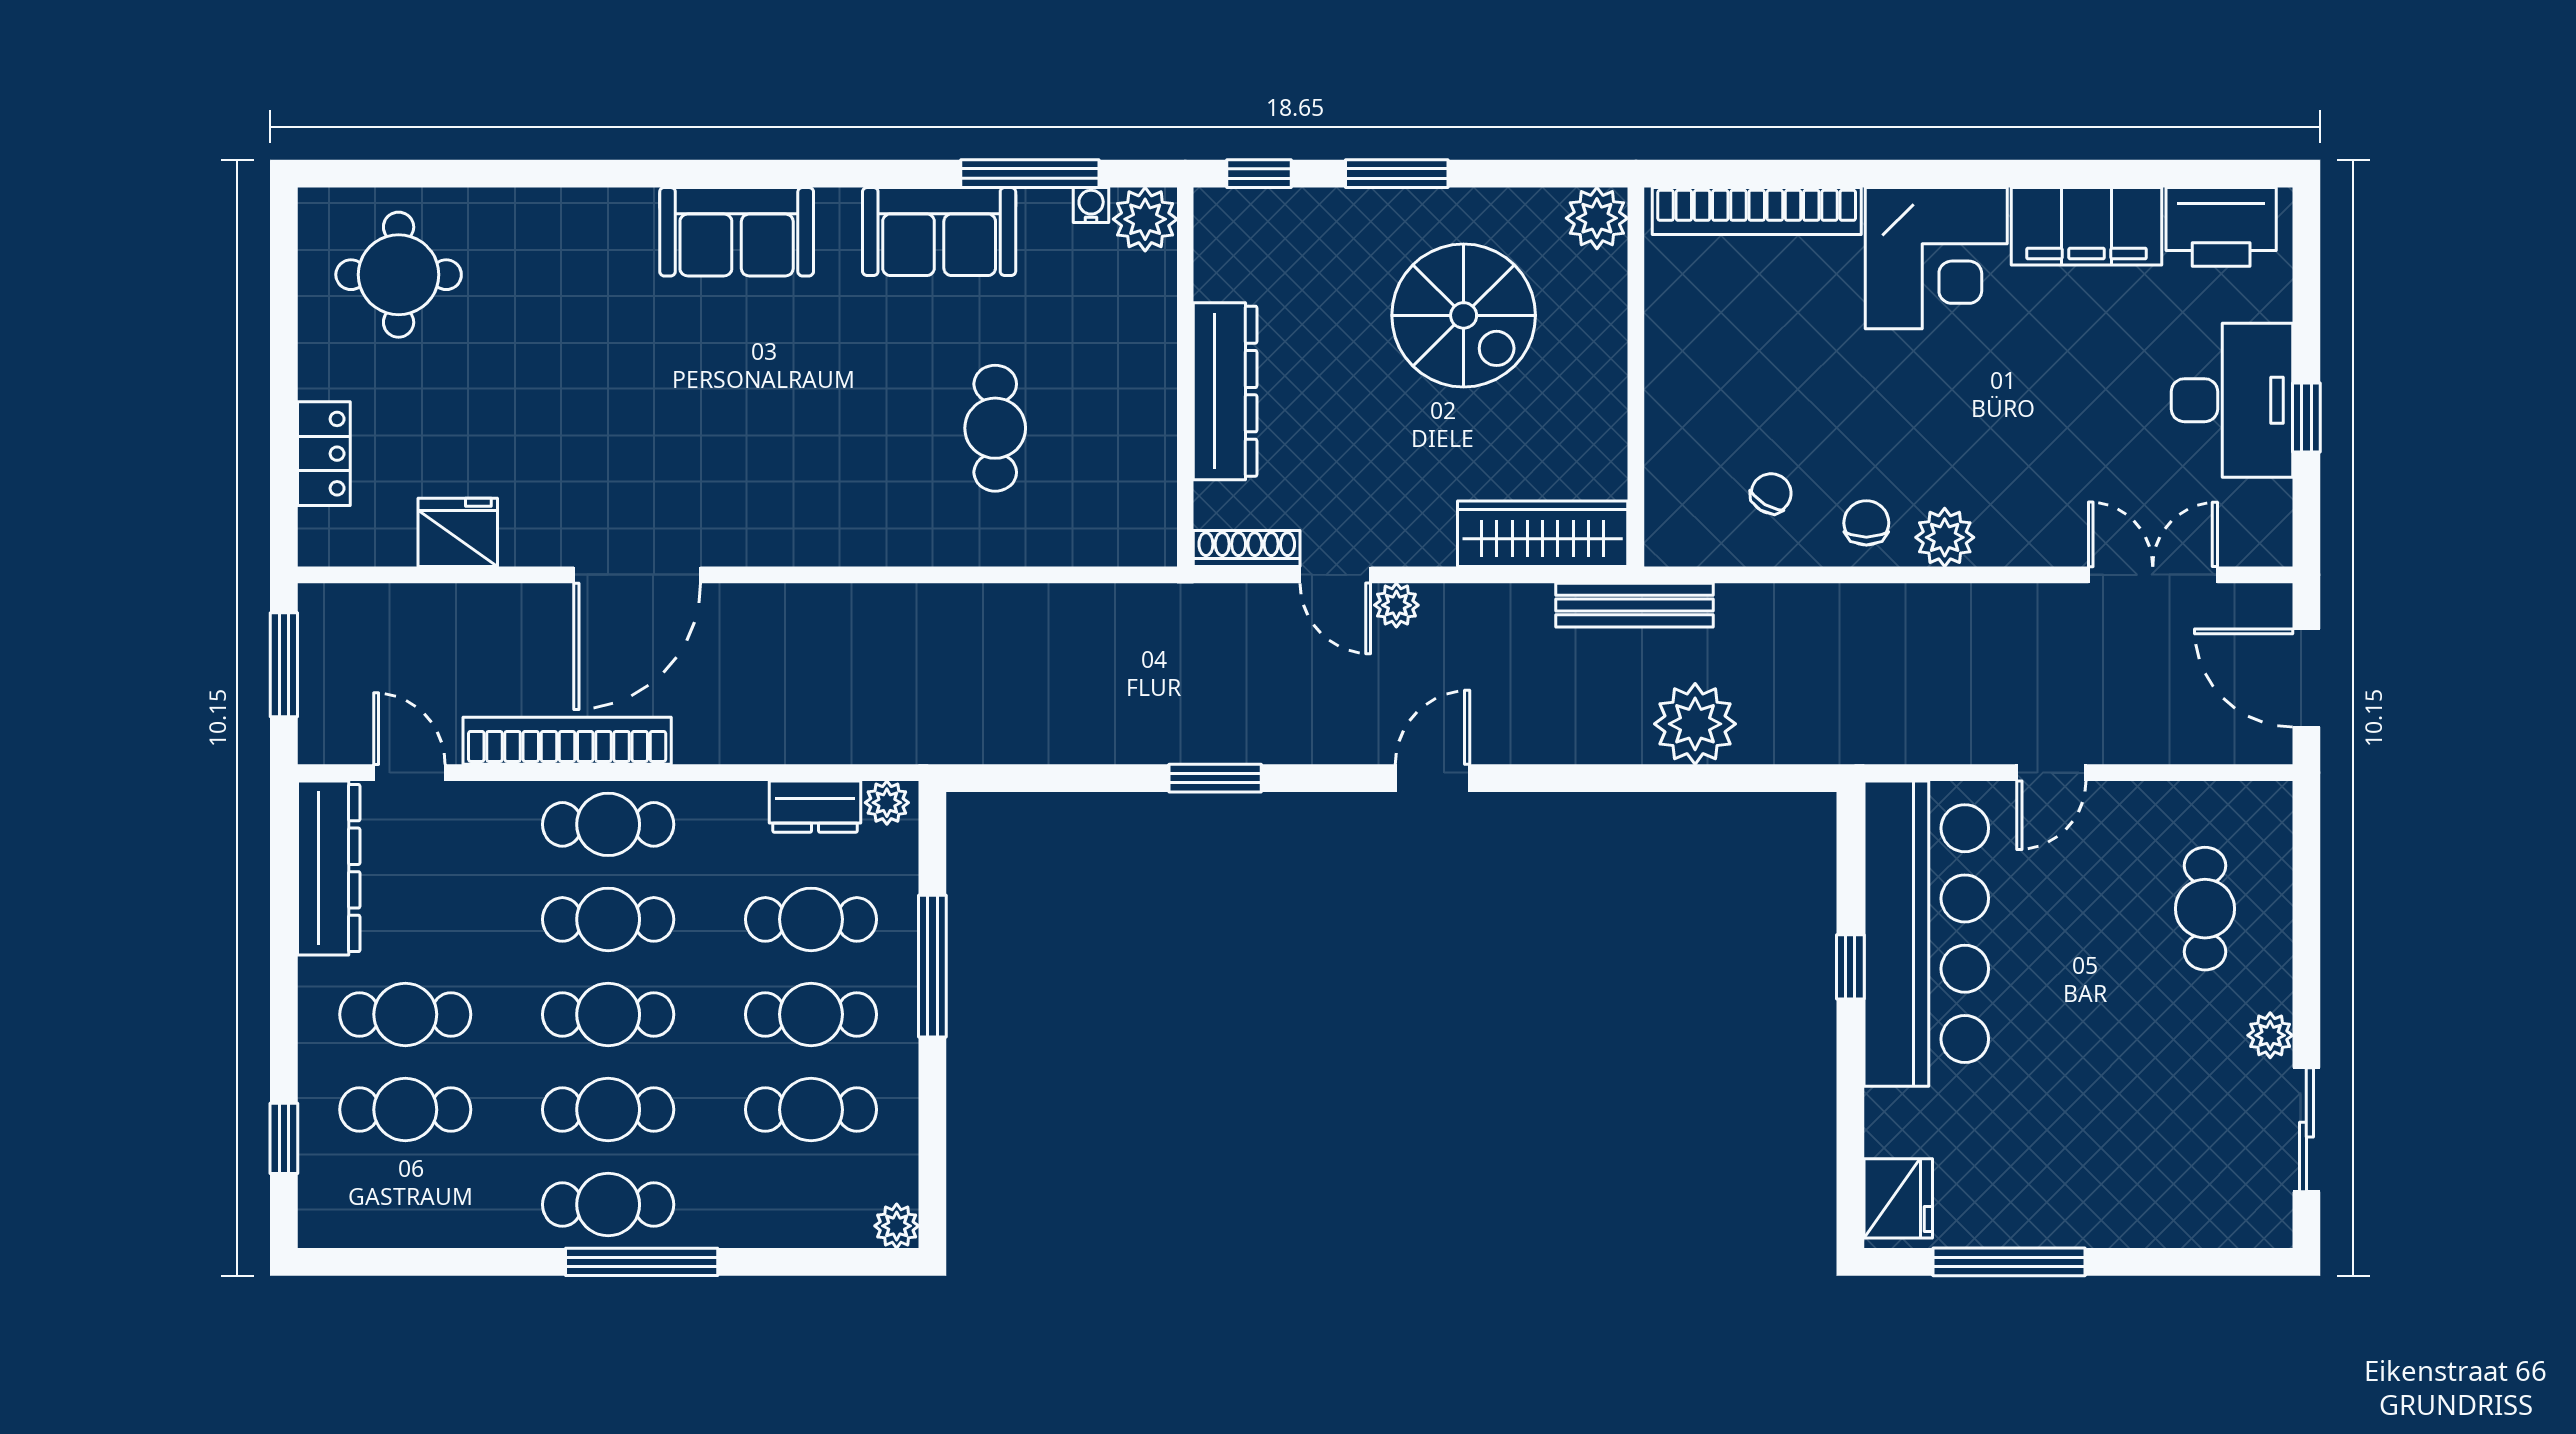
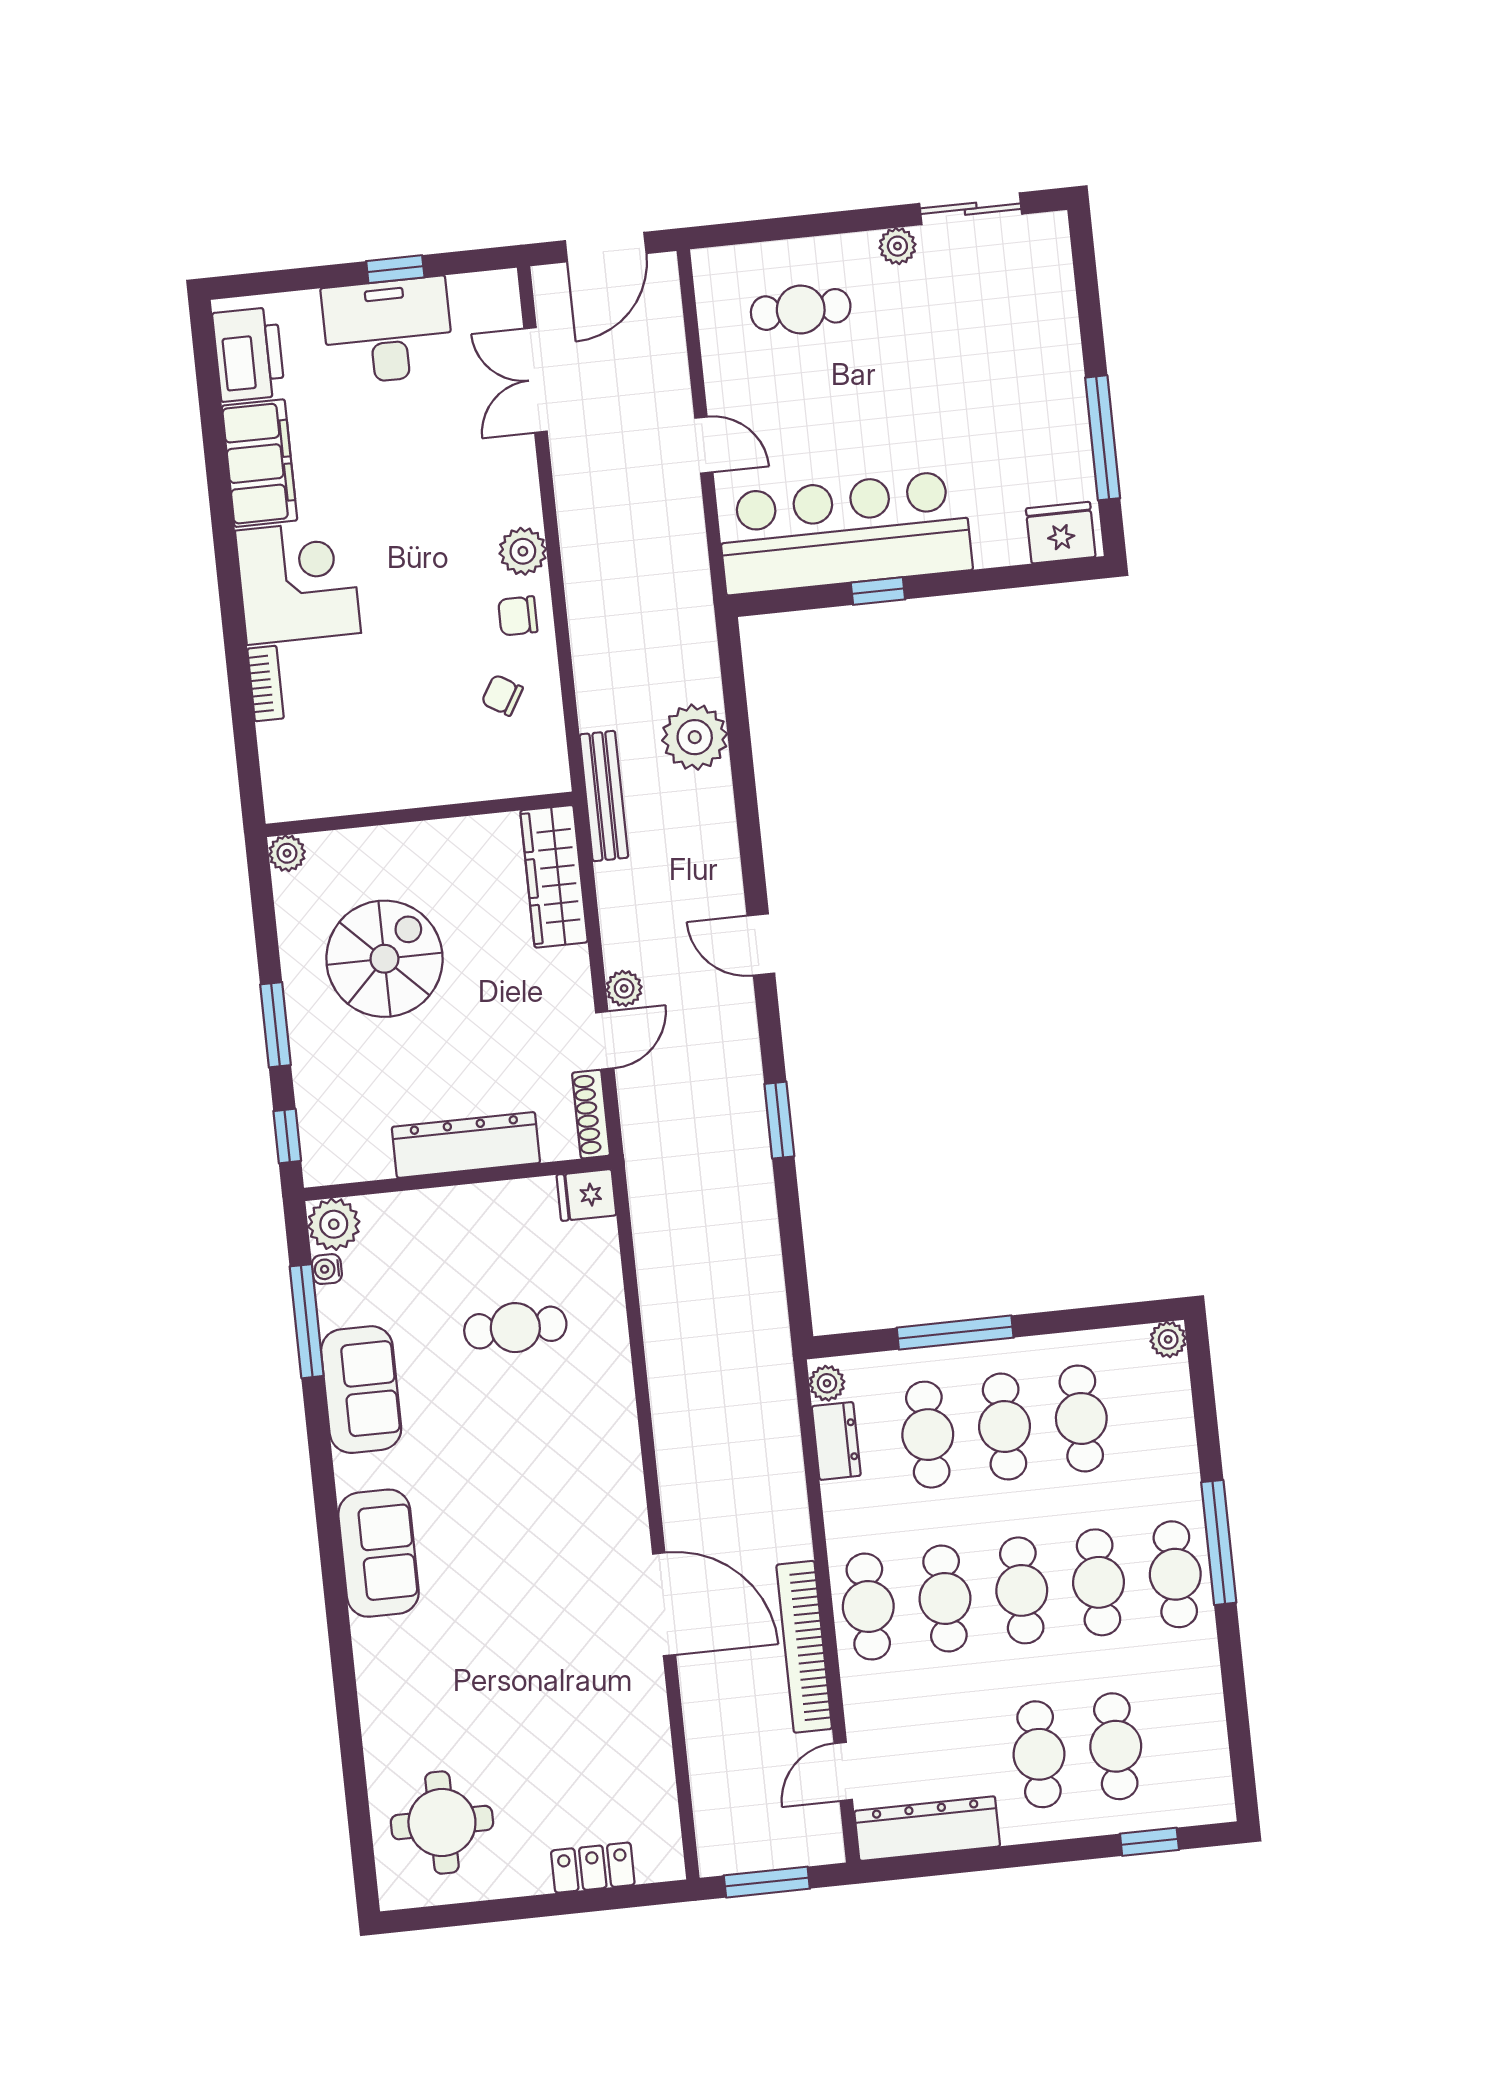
bookcase: (1757, 211) -> (266, 683), width x0.43, depth x0.76
plant: (1597, 218) -> (287, 853), width x0.73, depth x0.73
fridge: (458, 532) -> (586, 1195), moved, width x0.72

